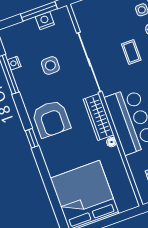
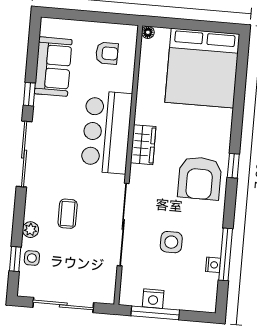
wardrobe: (98, 117) -> (143, 145), width x0.67
armchair: (51, 119) -> (200, 178), turned 180
floor lamp: (112, 142) -> (148, 32), moved

